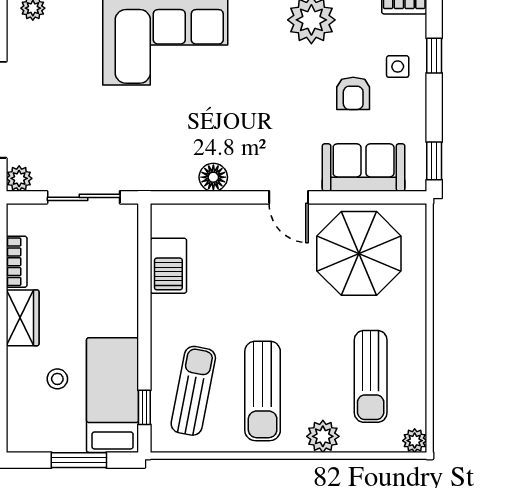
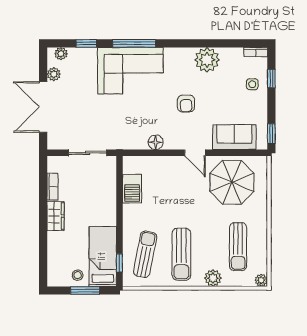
armchair: (353, 93) -> (186, 104), moved
plant: (19, 178) -> (54, 74), moved
stool: (57, 379) -> (78, 275), moved

